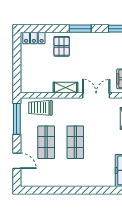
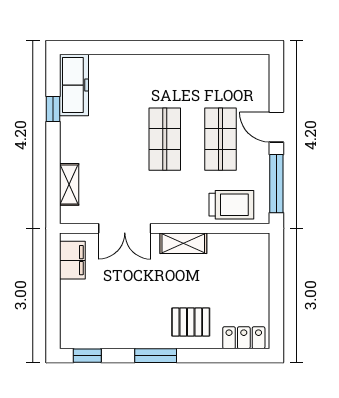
pallet: (62, 46) -> (191, 322), turned 90
door: (17, 161) -> (276, 127), moved

